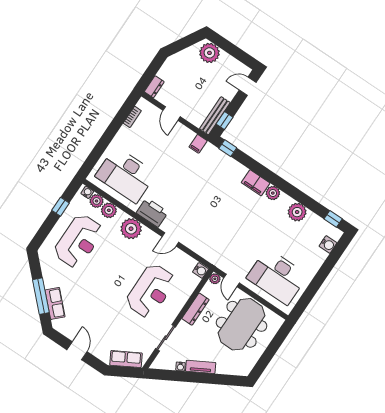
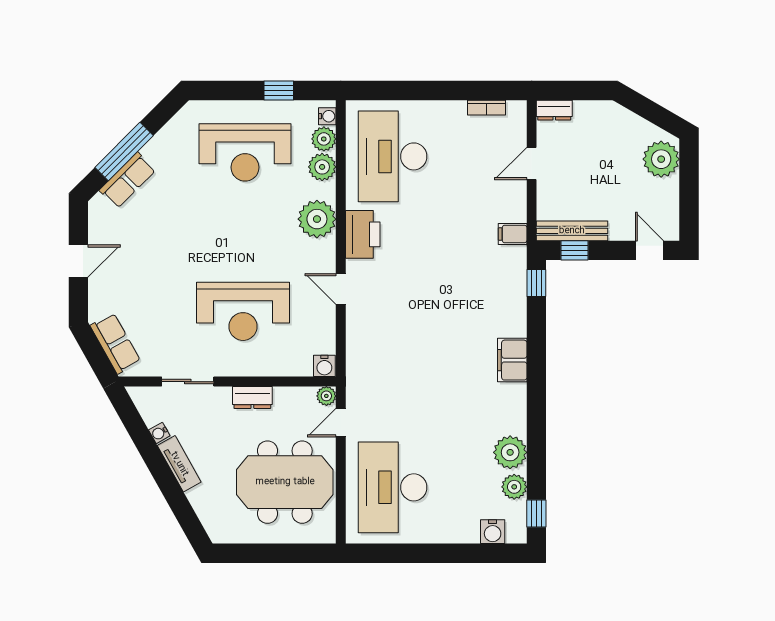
plant: (273, 193) -> (514, 487), moved
dresser: (195, 309) -> (252, 397), width x0.70

